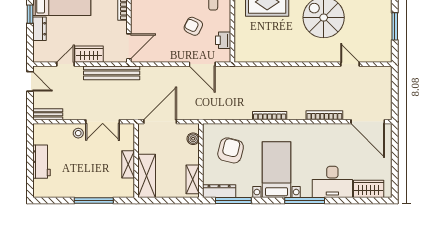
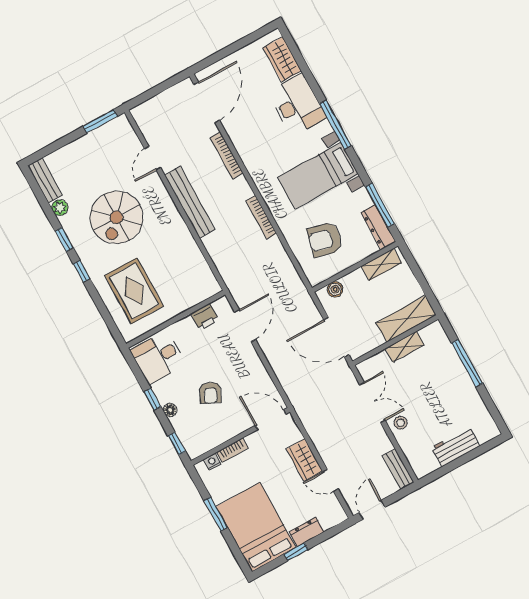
armchair: (193, 26) -> (210, 393), moved
window: (395, 26) -> (100, 121), moved
bench: (112, 73) -> (190, 202), moved

